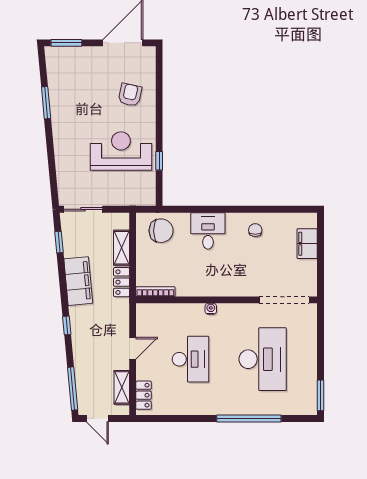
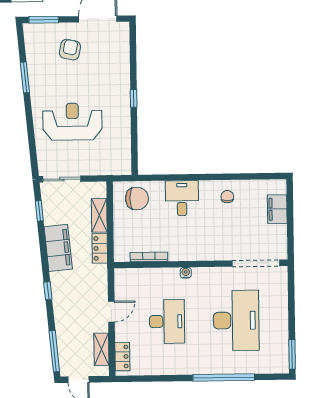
armchair: (130, 95) -> (70, 50), moved
reception desk: (121, 151) -> (72, 122), moved
window: (159, 161) -> (134, 98), moved
bookcase: (155, 292) -> (149, 257), moved

